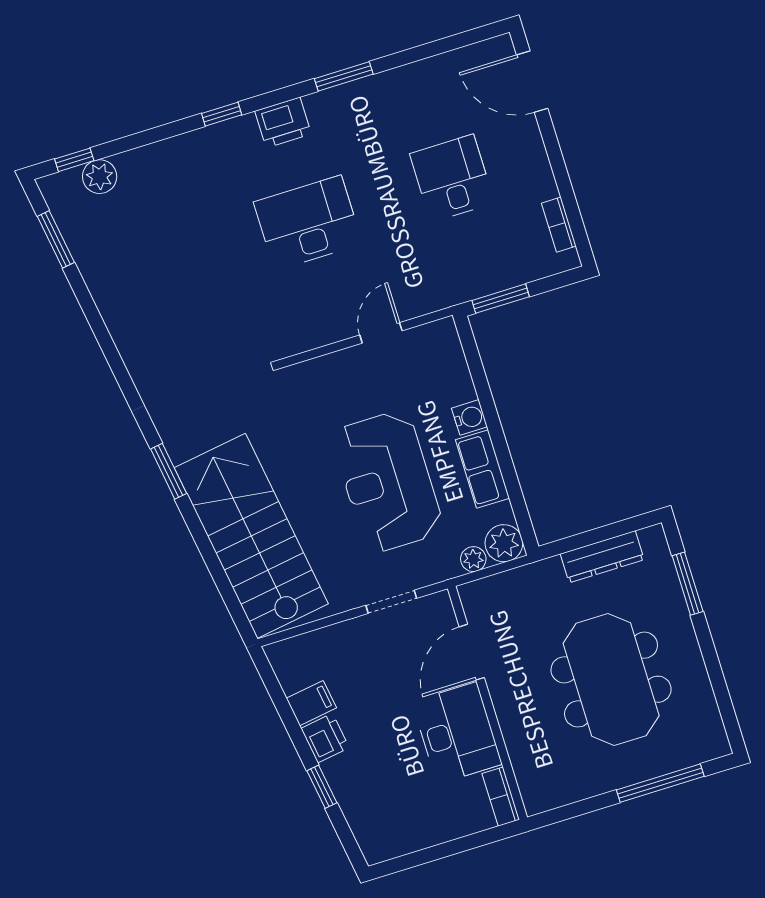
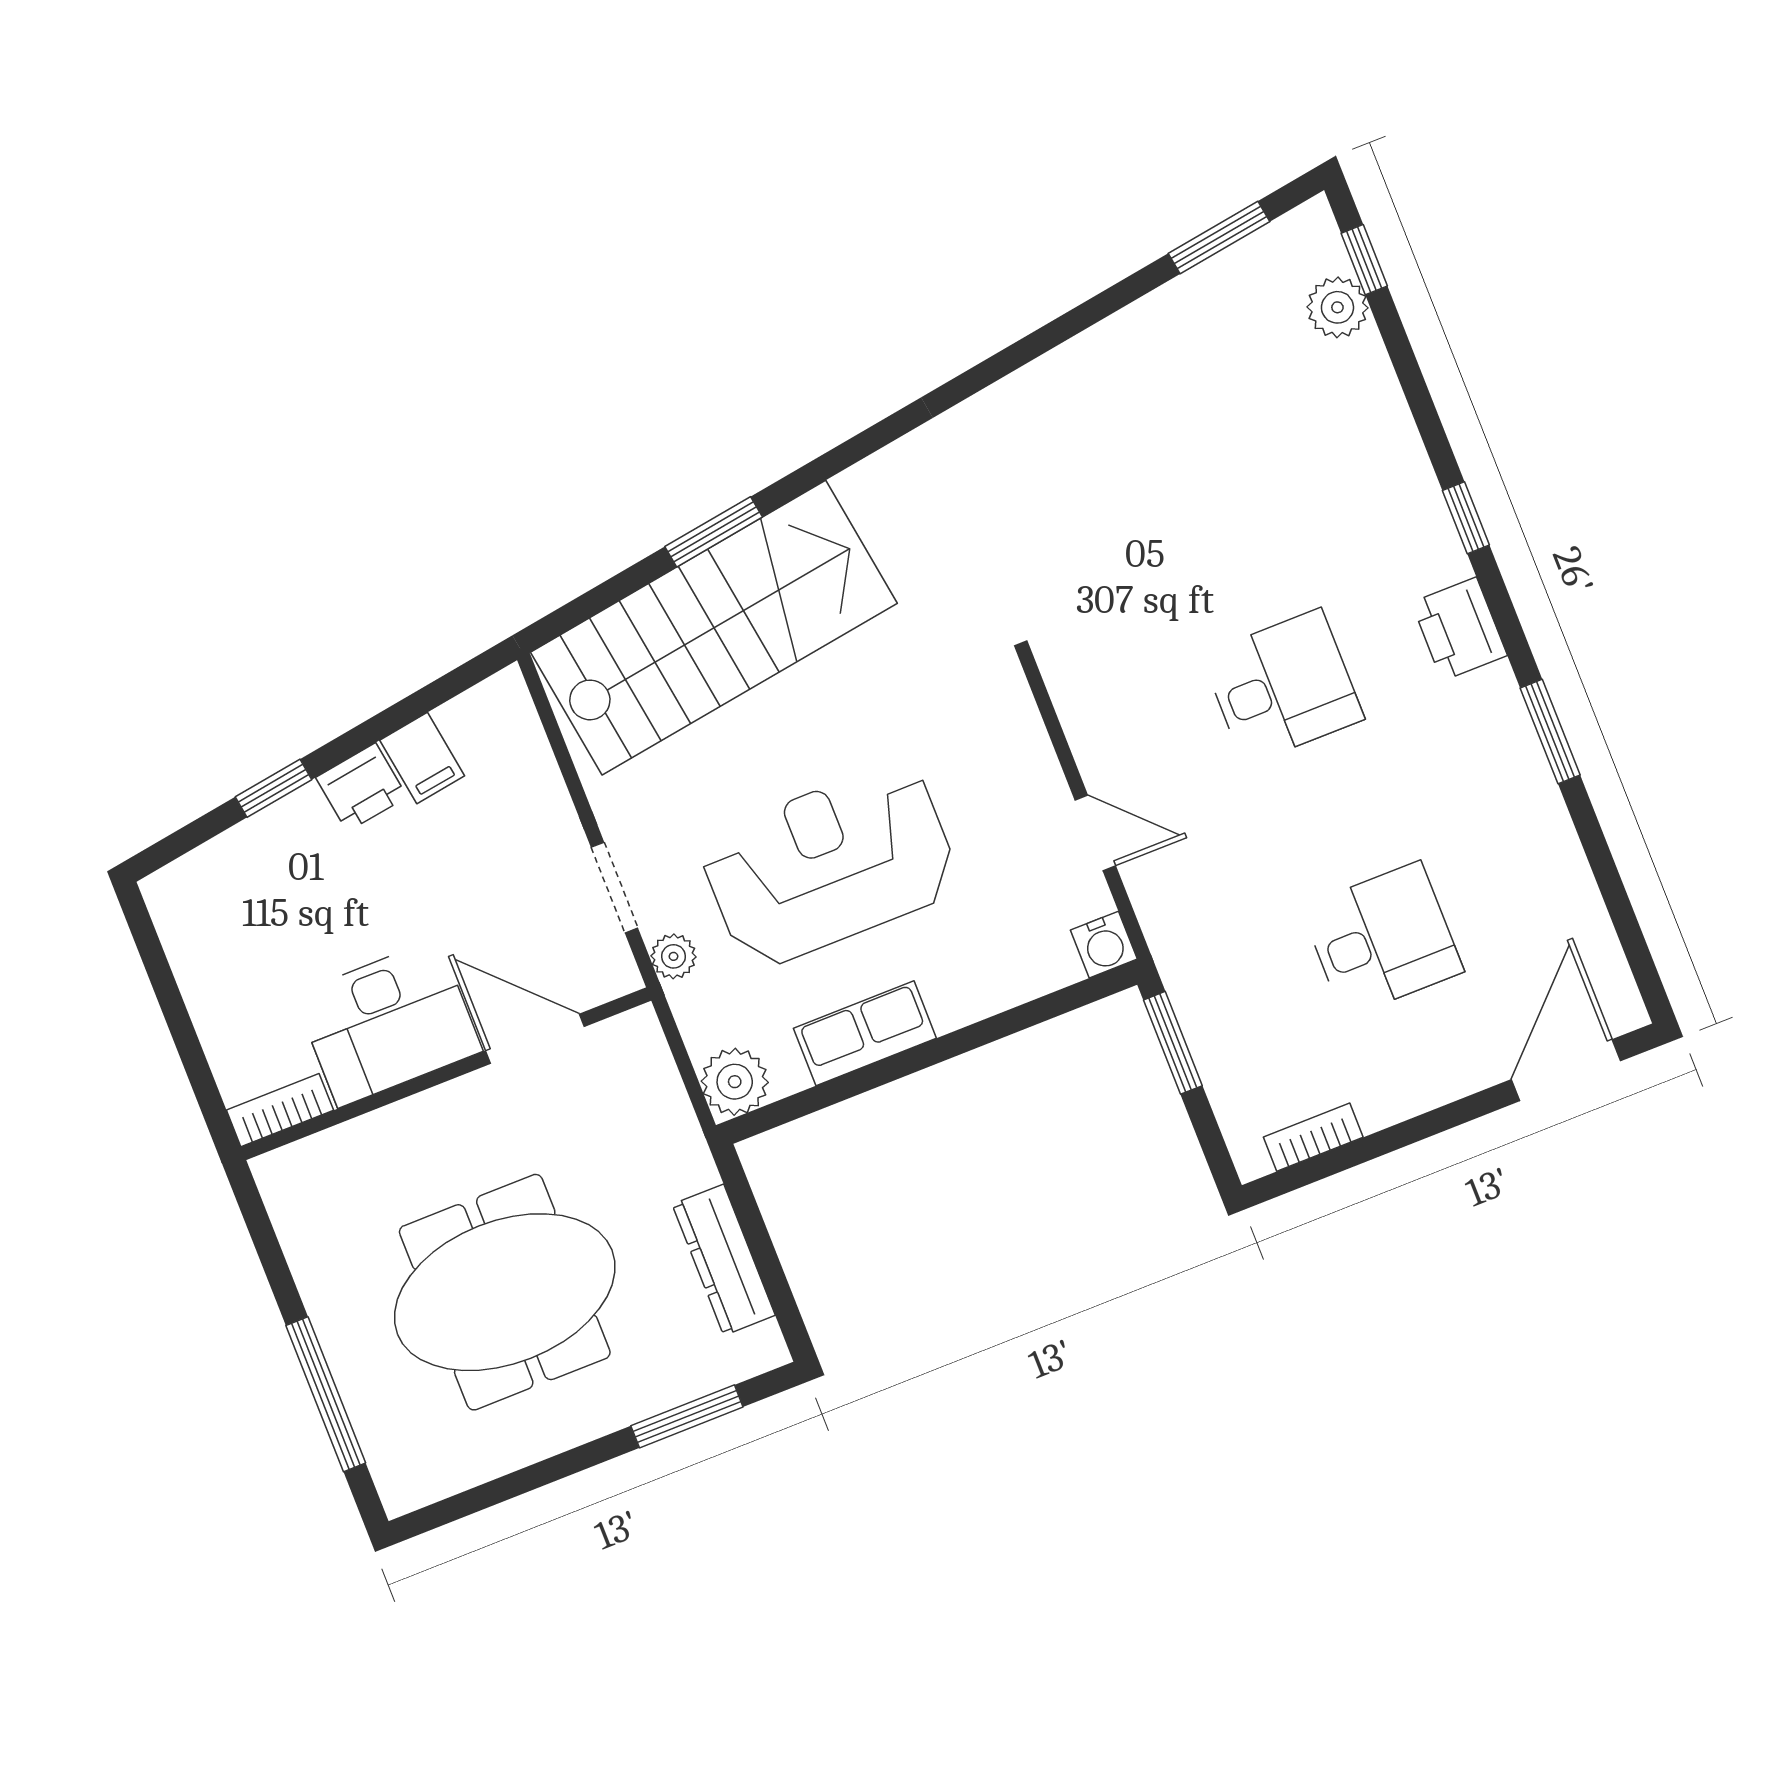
desk: (308, 223) -> (1283, 687), width x0.73
water cooler: (469, 417) -> (1104, 945), moved
window: (169, 471) -> (714, 532), moved
plant: (473, 559) -> (673, 956), moved

